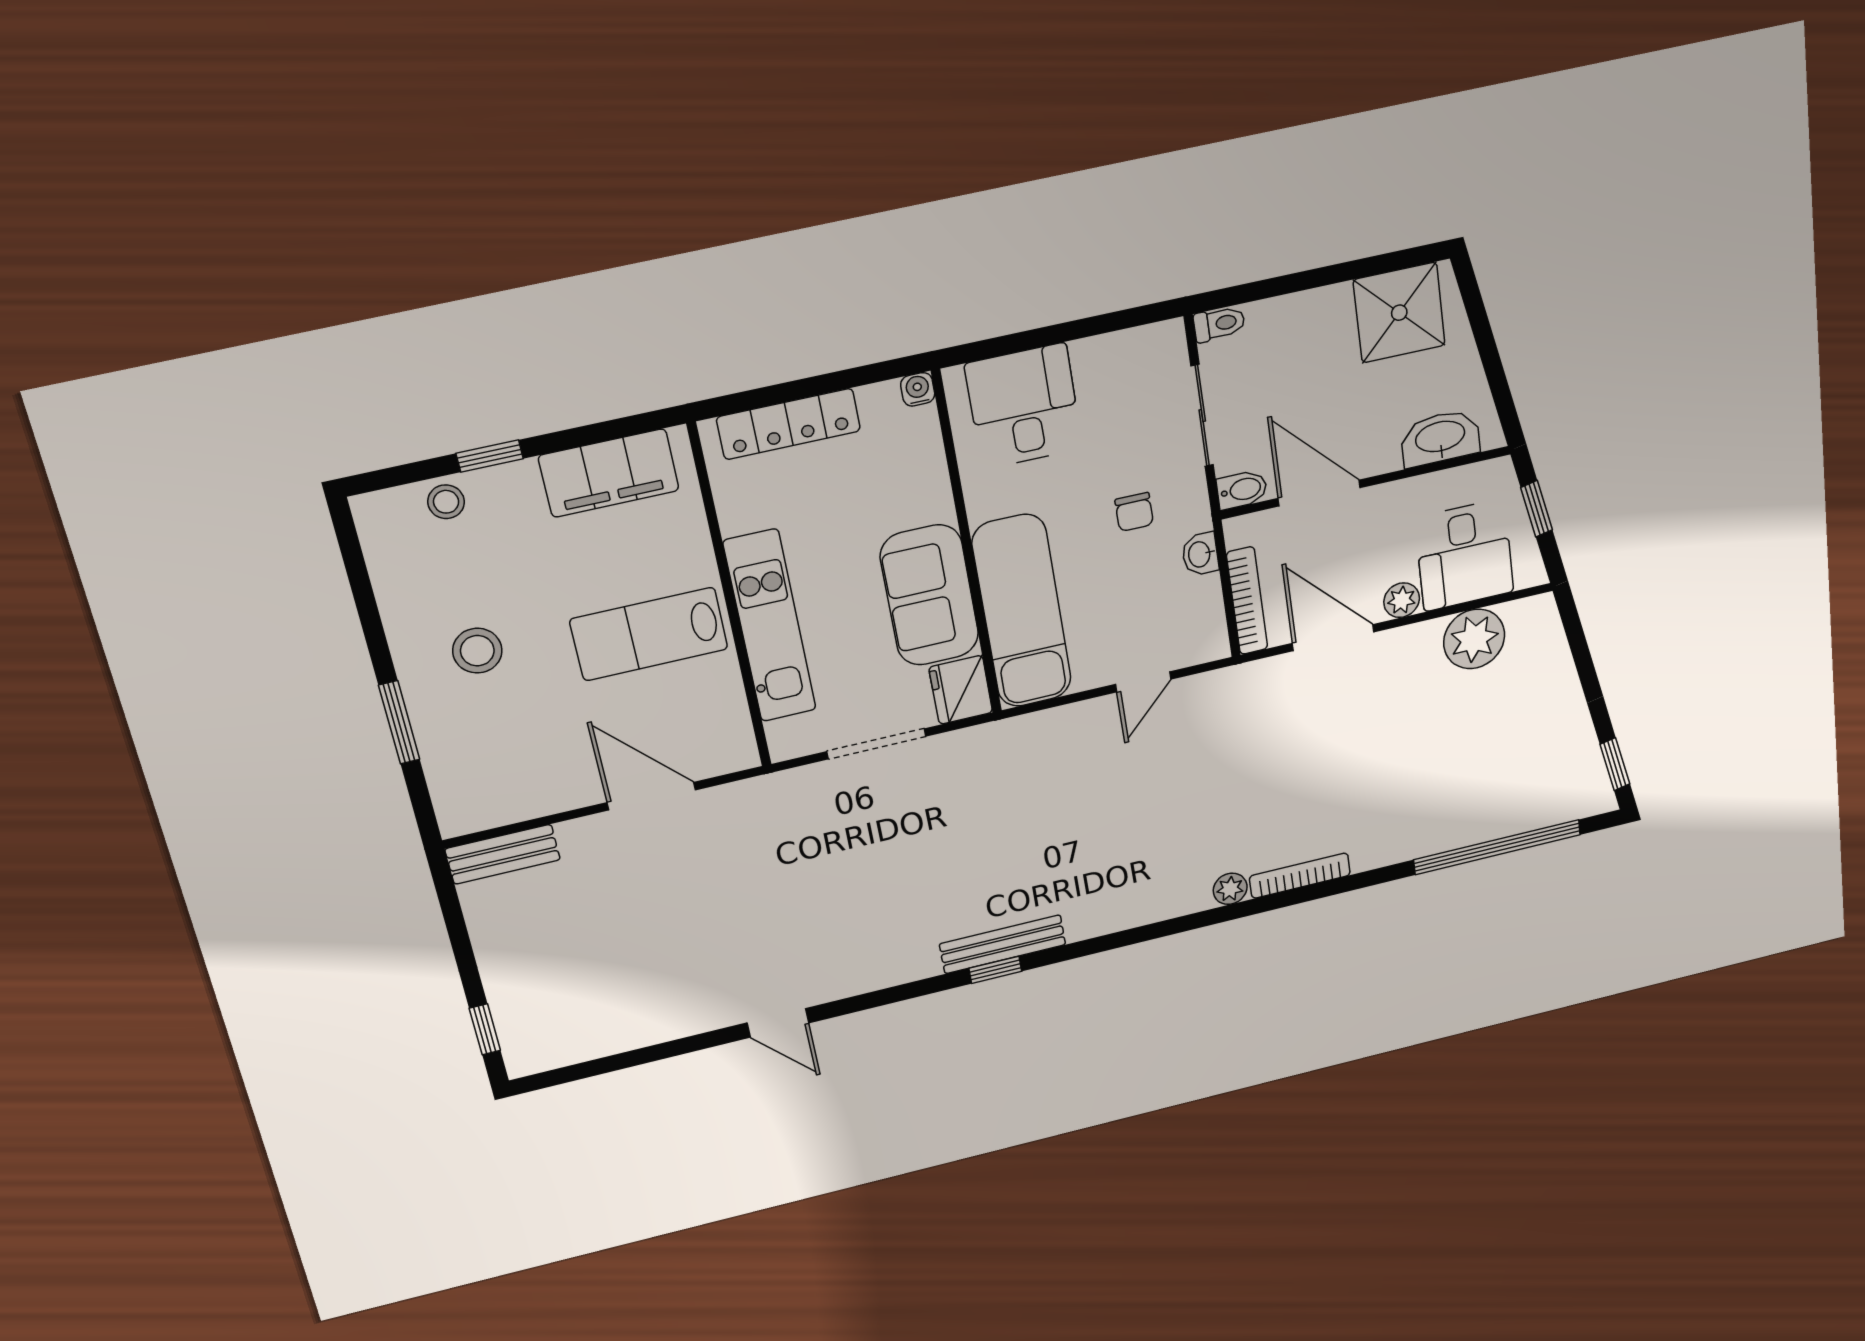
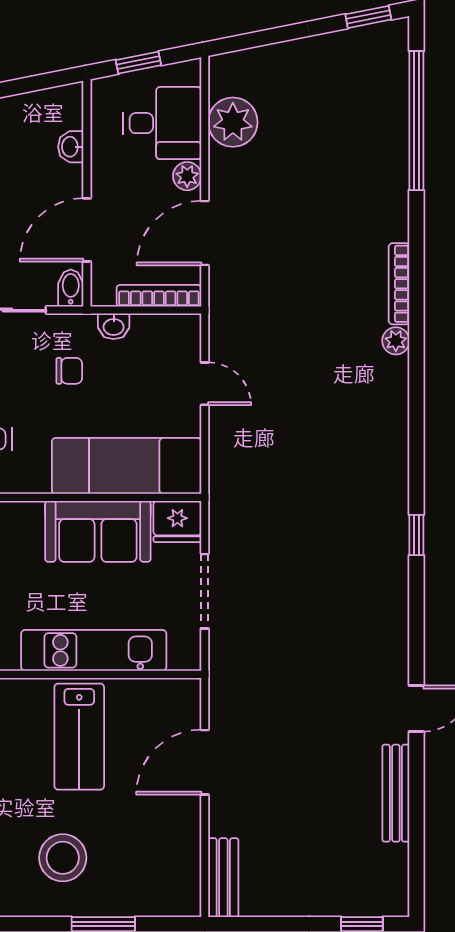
washbasin: (1440, 438) -> (71, 147), width x0.52, depth x0.69
stool: (477, 651) -> (63, 858), width x1.38, depth x1.38
bench: (1003, 944) -> (396, 793), moved

